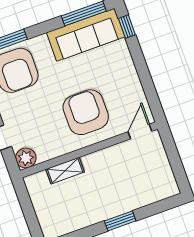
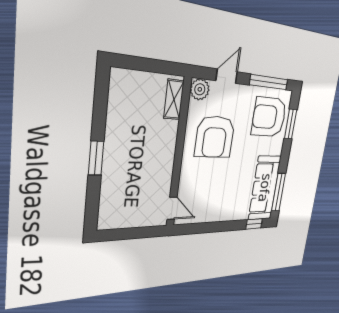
armchair: (86, 112) -> (215, 137), moved, turned 90
shelving: (65, 171) -> (174, 99), moved

